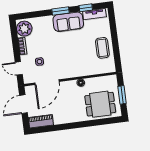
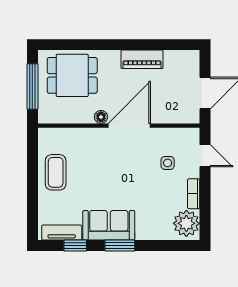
door: (47, 82) -> (129, 126), moved
window: (122, 95) -> (32, 86), width x1.44
piano: (41, 121) -> (142, 59), moved

